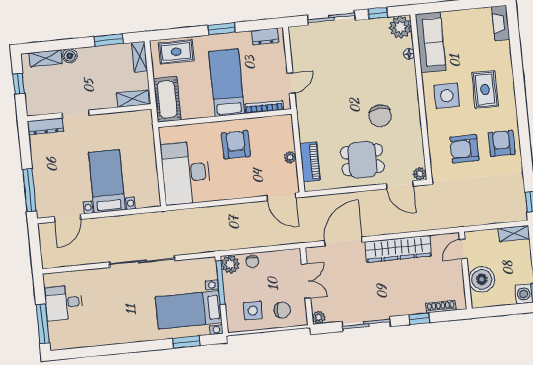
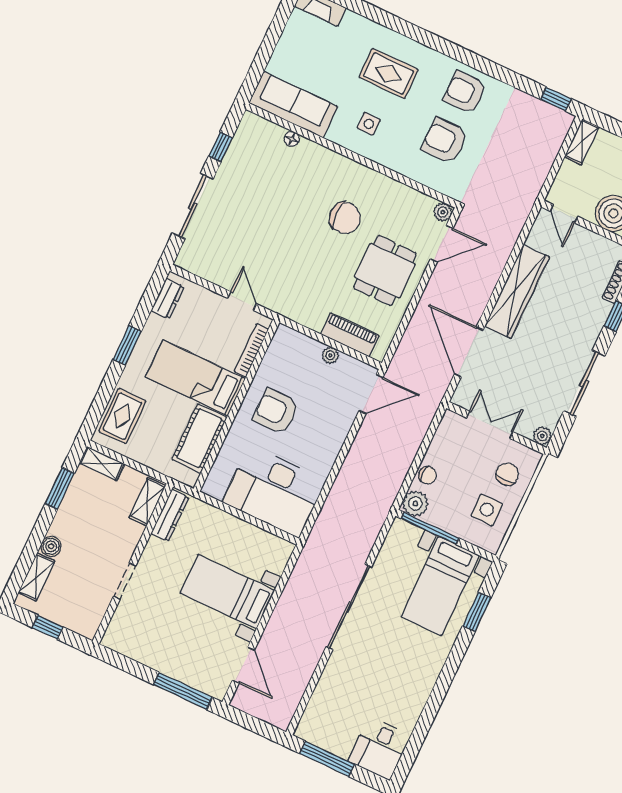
plant: (400, 27) -> (253, 130), removed
side table: (447, 96) -> (369, 124), width x0.54, depth x0.54
cot: (167, 99) -> (199, 438), moved, turned 90
dresser: (46, 126) -> (170, 515), moved
armchair: (464, 149) -> (445, 141), turned 90
desk: (64, 303) -> (379, 748), moved
window: (43, 324) -> (327, 759), moved

